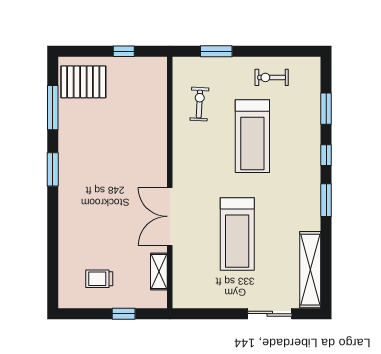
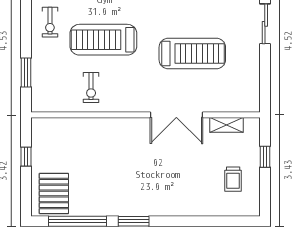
exercise bike: (199, 104) -> (91, 88), moved, turned -93
window: (53, 108) -> (77, 221), width x1.46
treadmill: (252, 136) -> (103, 40), turned 180

